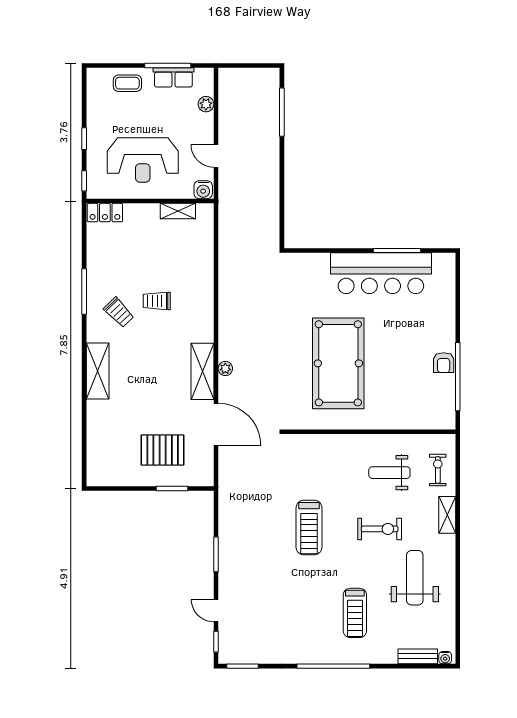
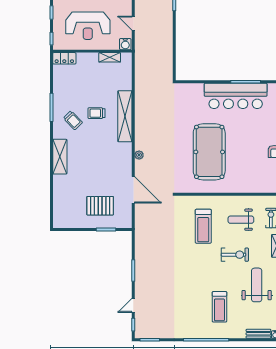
shelving: (203, 371) -> (125, 116), moved, width x1.47
treadmill: (309, 528) -> (203, 226), moved
door: (216, 611) -> (133, 305), hinge flipped

